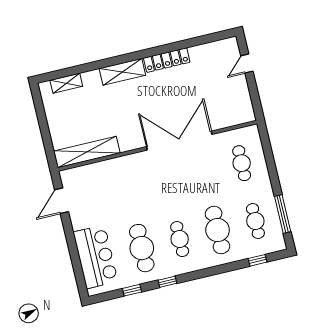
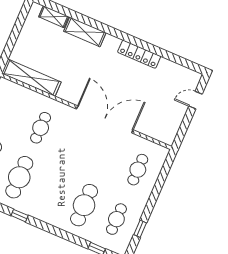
shelving: (122, 72) -> (85, 32), moved
window: (283, 214) -> (140, 229), width x0.46
cafe table: (180, 239) -> (41, 128), moved

